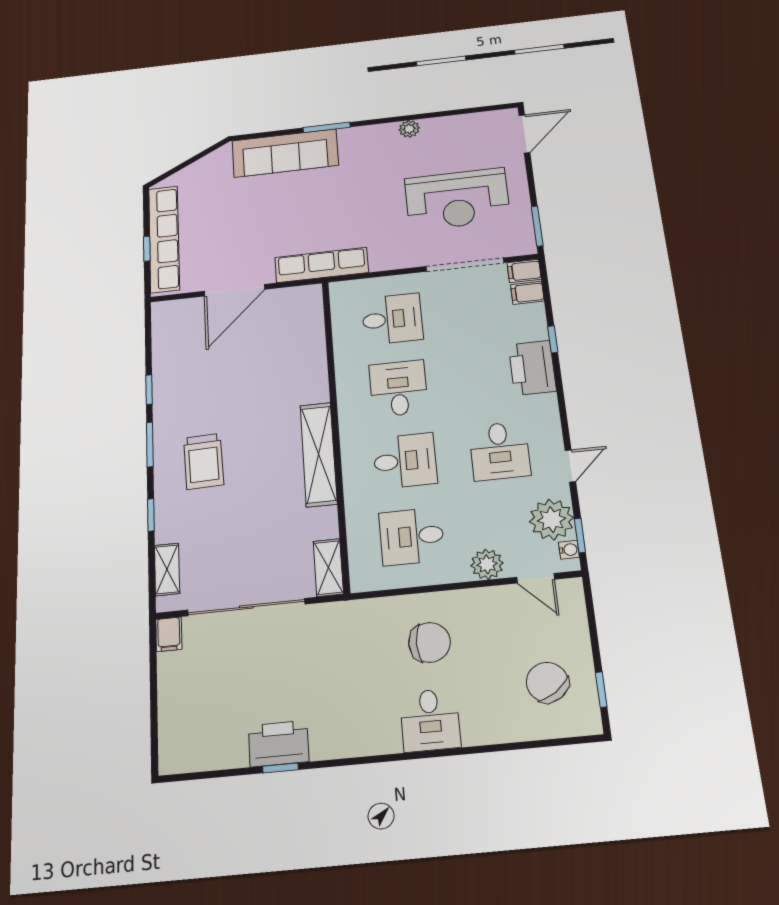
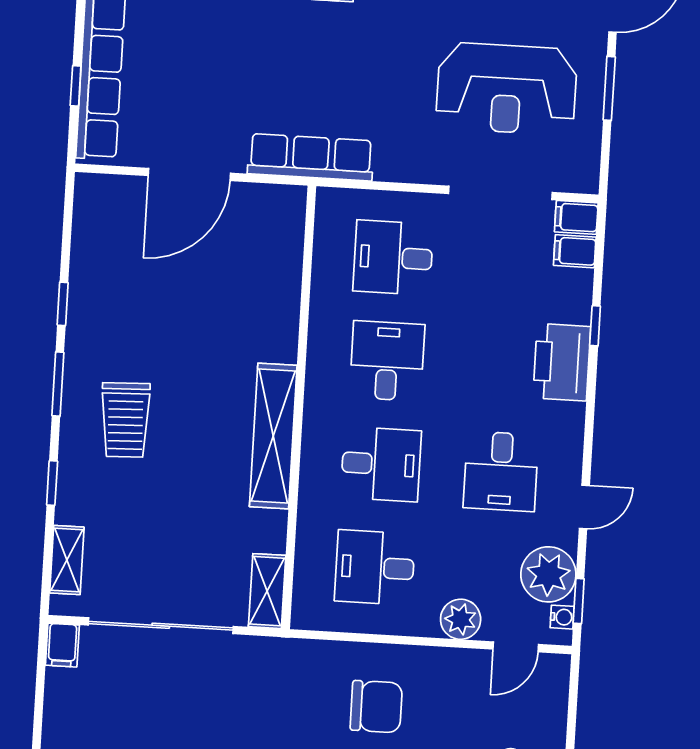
window: (537, 226) -> (609, 88), moved
desk: (392, 319) -> (393, 258), turned 180
door: (536, 578) -> (516, 647), hinge flipped

